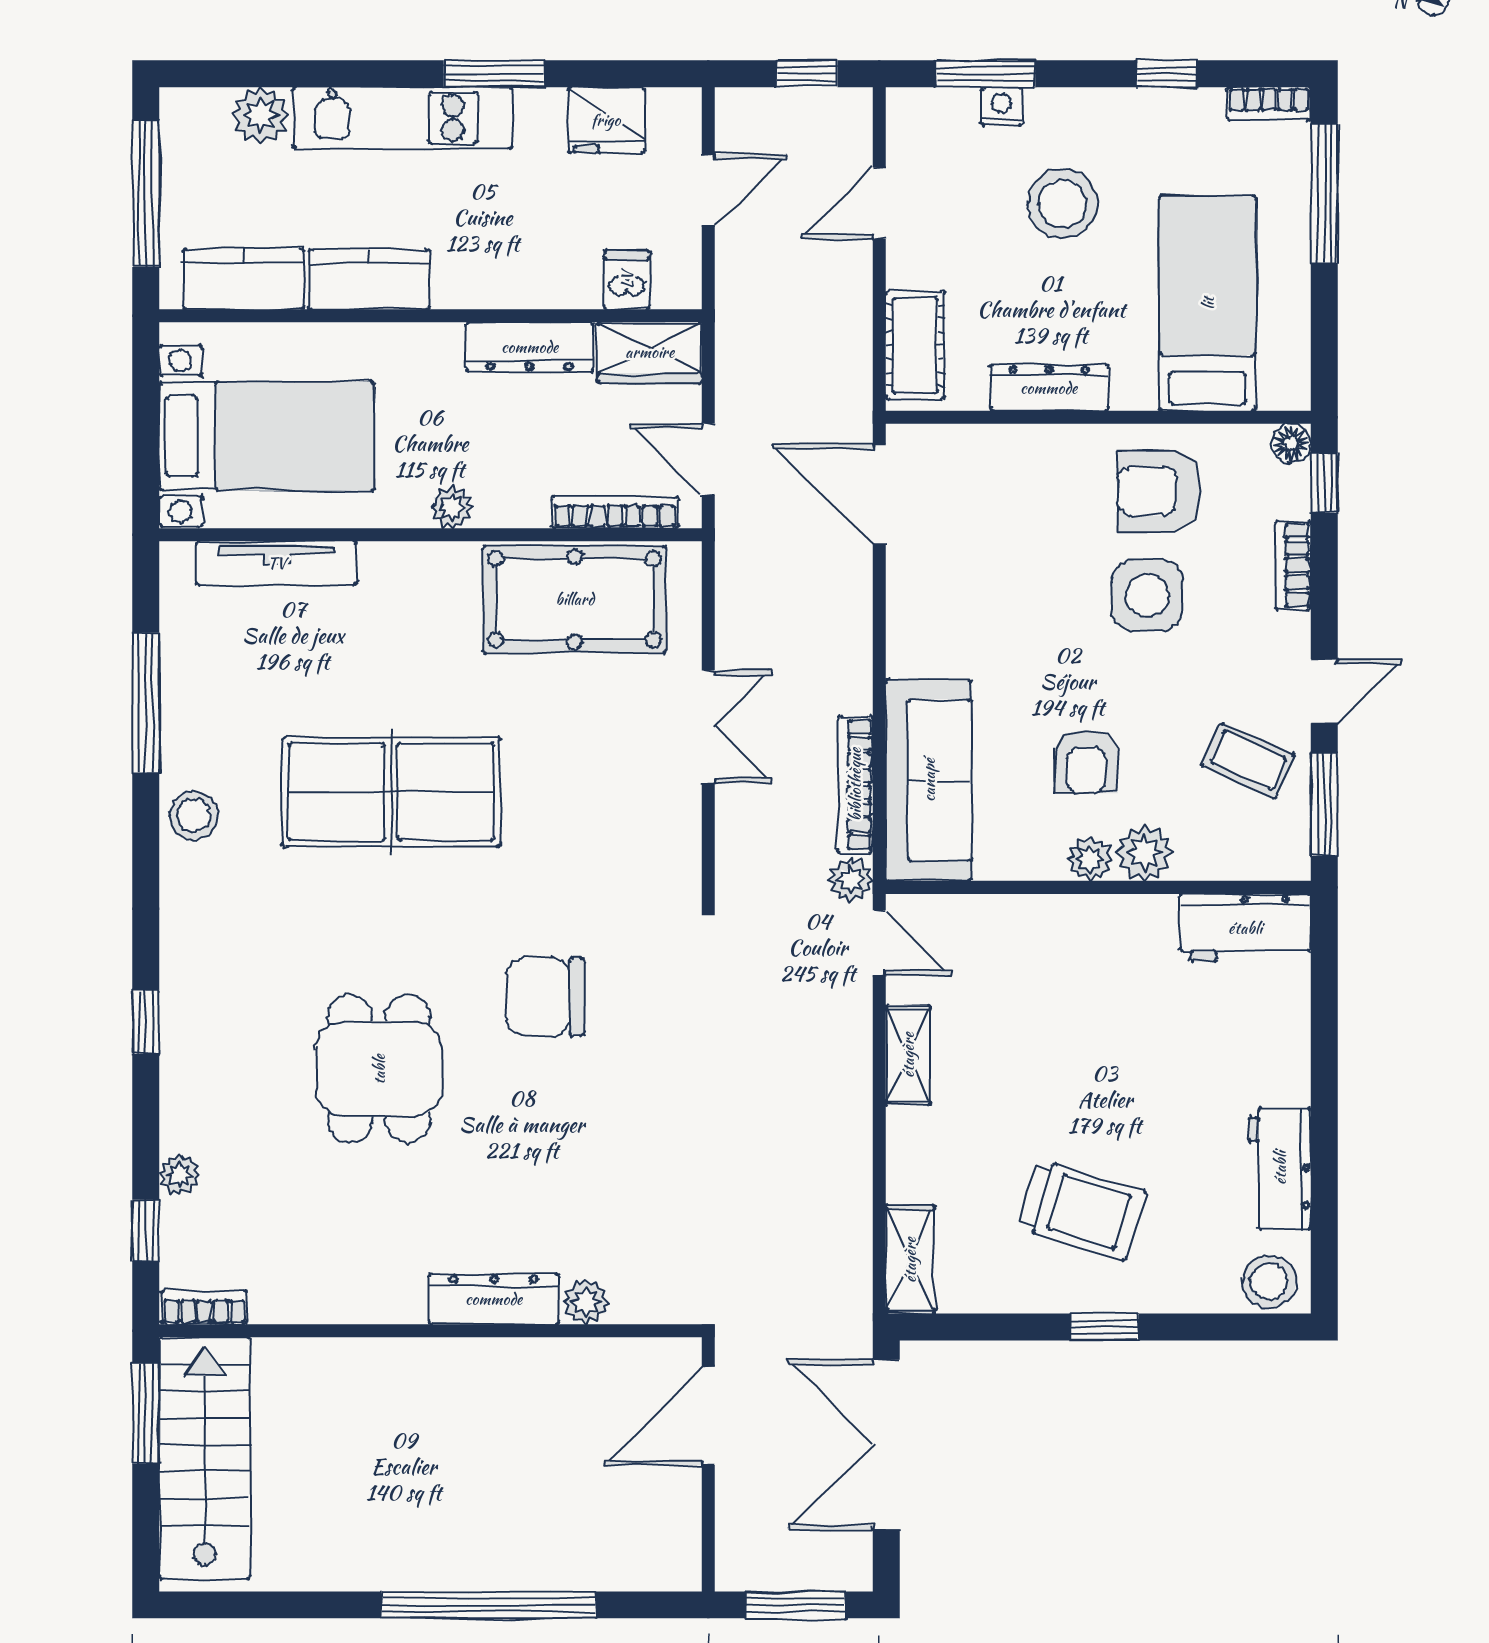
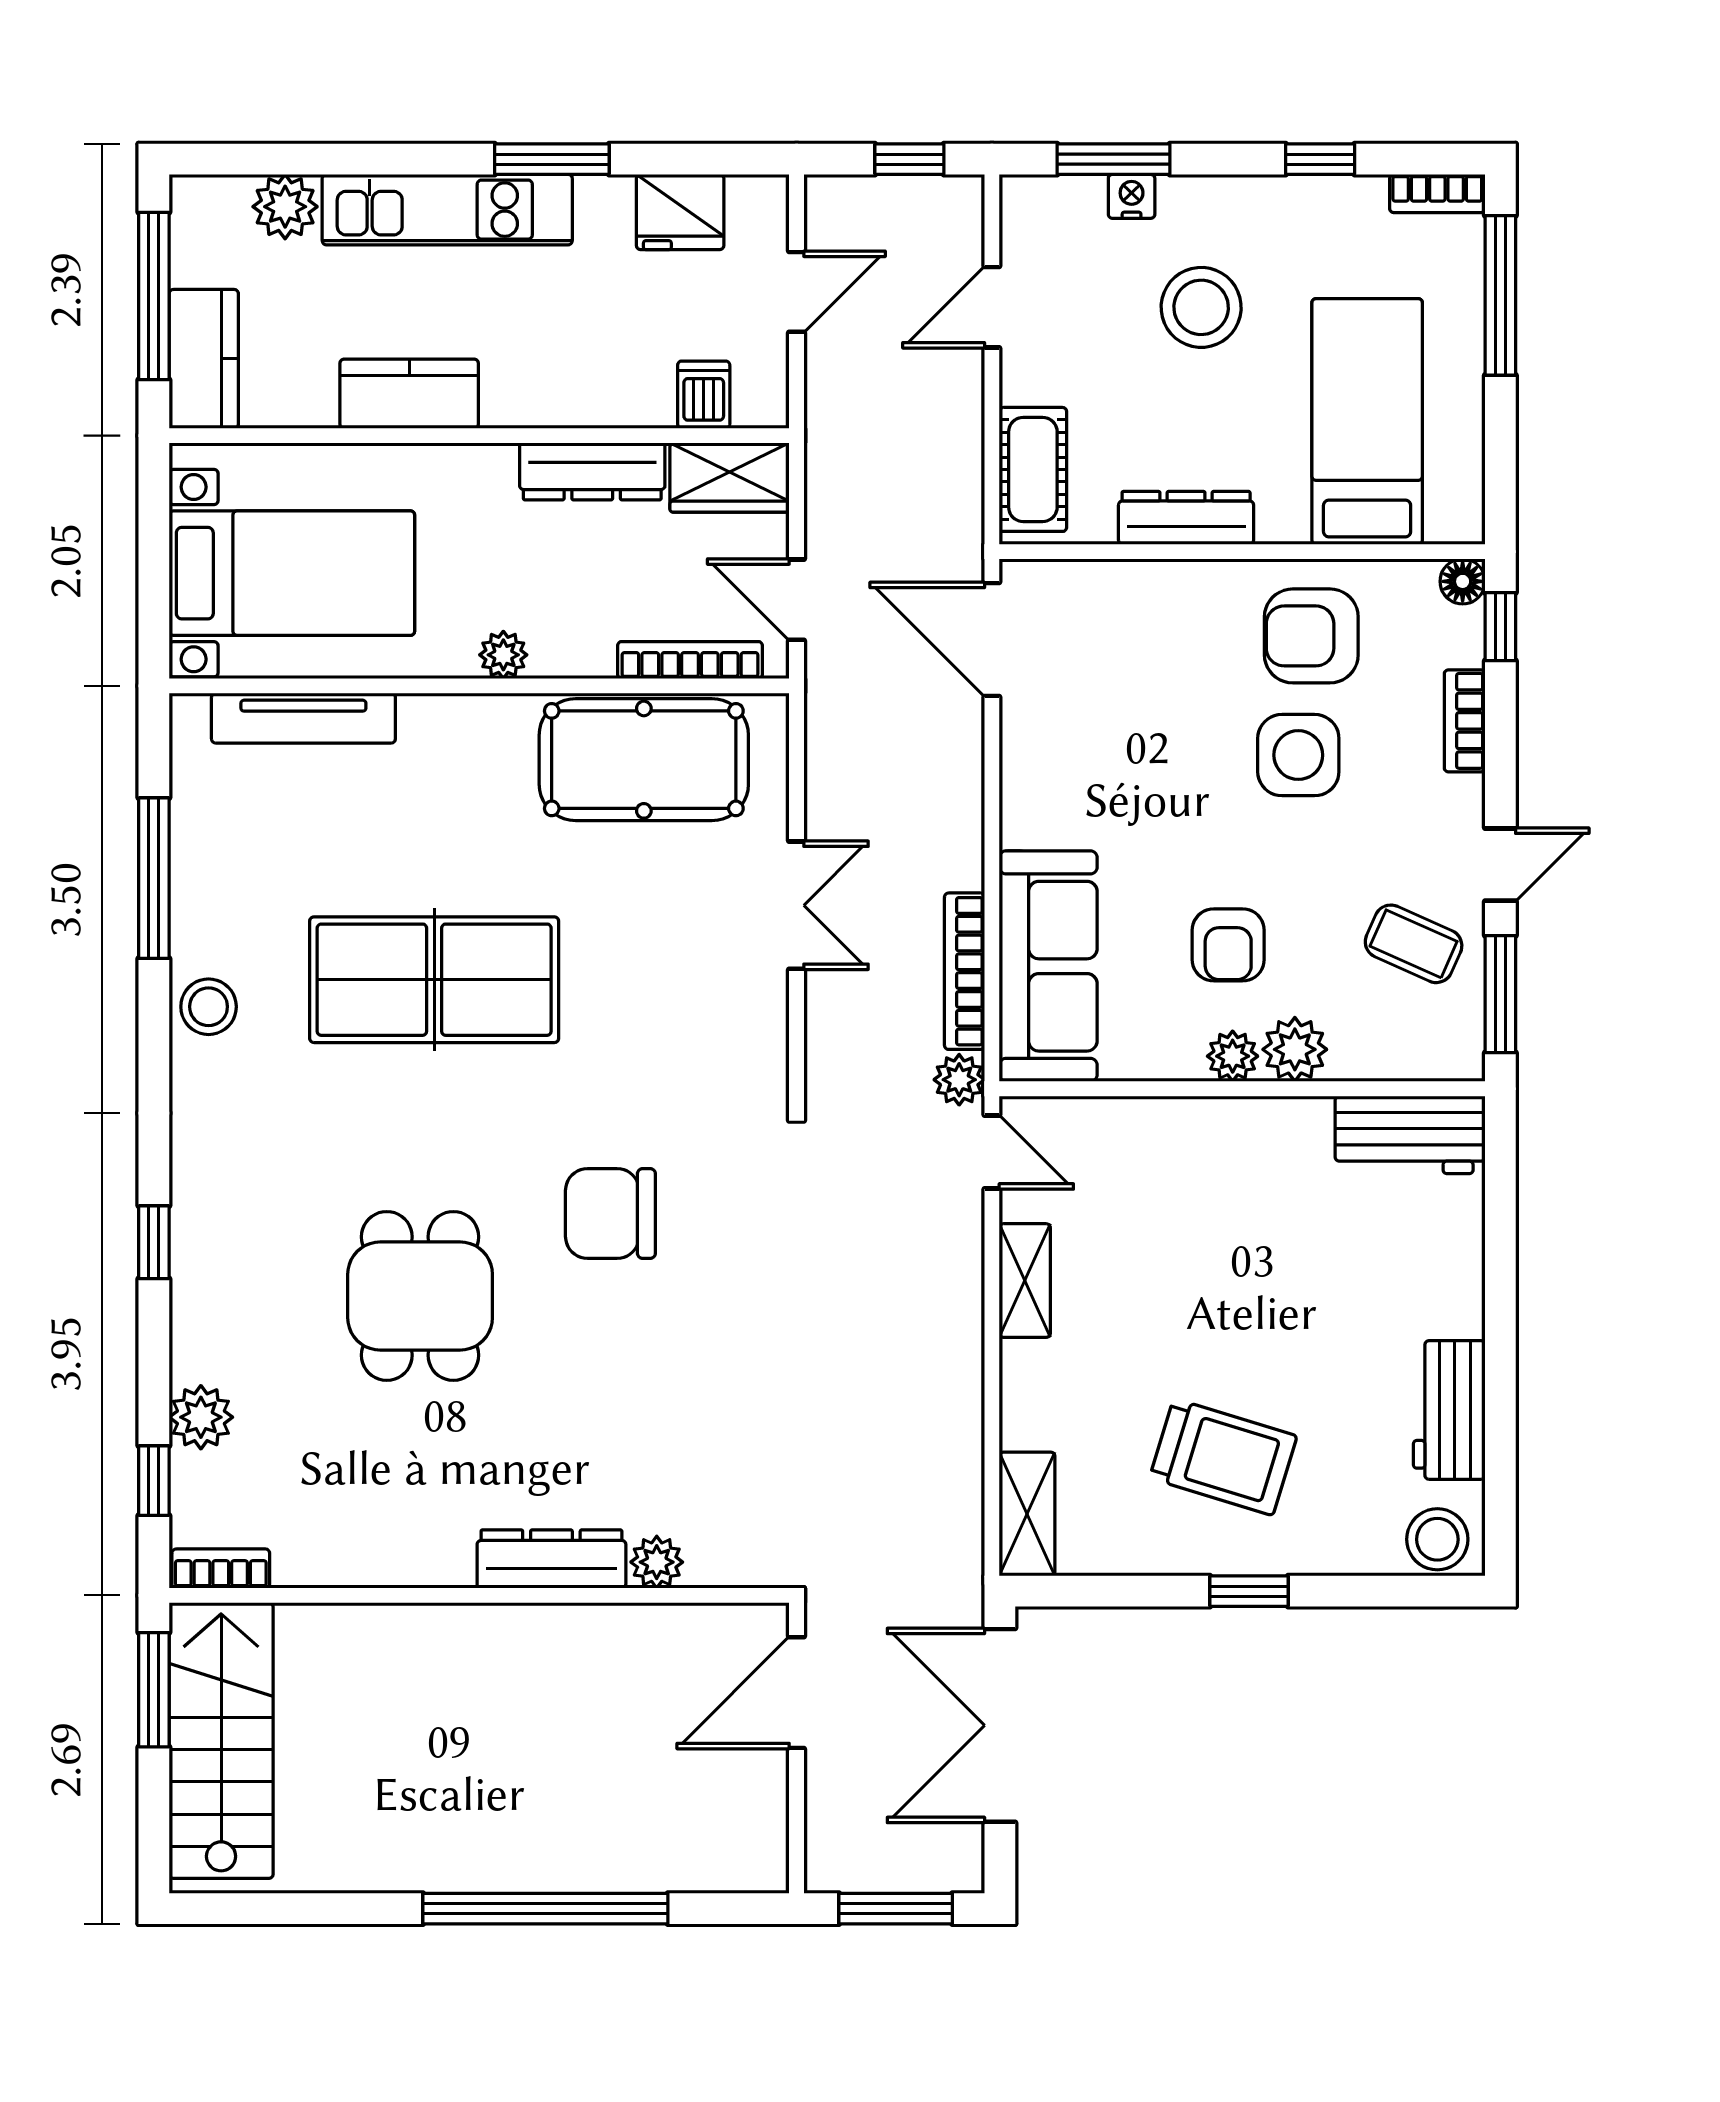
kitchen counter: (244, 279) -> (204, 359), moved, turned 90
plant: (179, 1175) -> (201, 1417), width x1.38, depth x1.38

